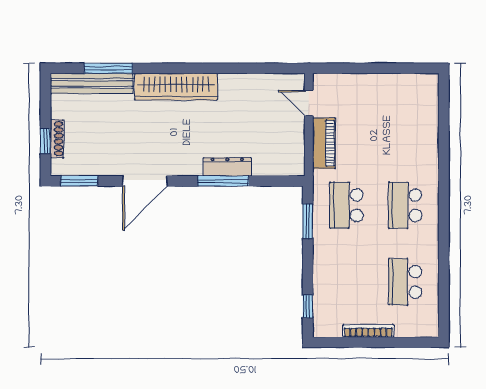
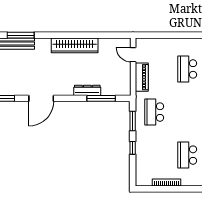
wardrobe: (176, 87) -> (75, 45), moved
window: (223, 181) -> (101, 98), moved
school desk: (405, 205) -> (187, 69), moved
window: (308, 306) -> (133, 148), moved

